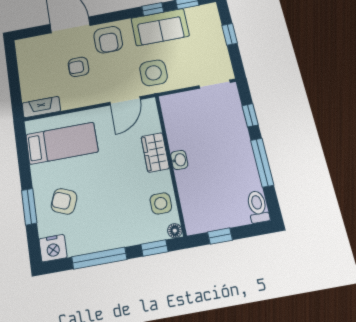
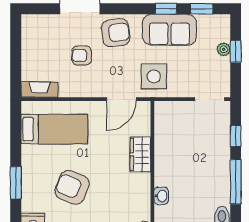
plant: (217, 35) -> (224, 49), added
armchair: (108, 40) -> (116, 33), turned -97
washbasin: (179, 160) -> (161, 196), moved
armchair: (64, 201) -> (72, 187), moved, width x1.38, depth x1.38
side table: (161, 203) -> (136, 202), removed

